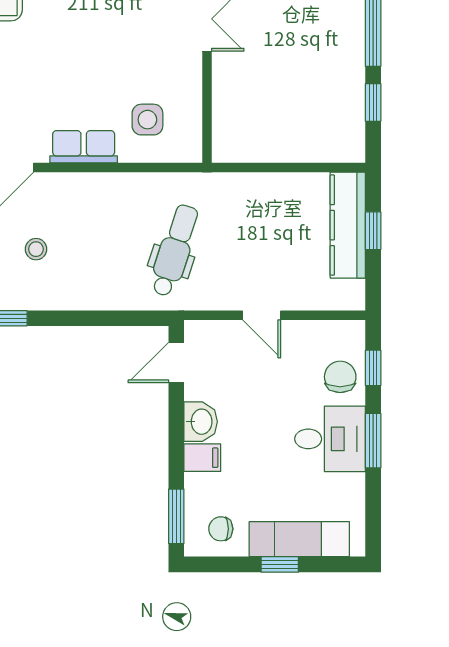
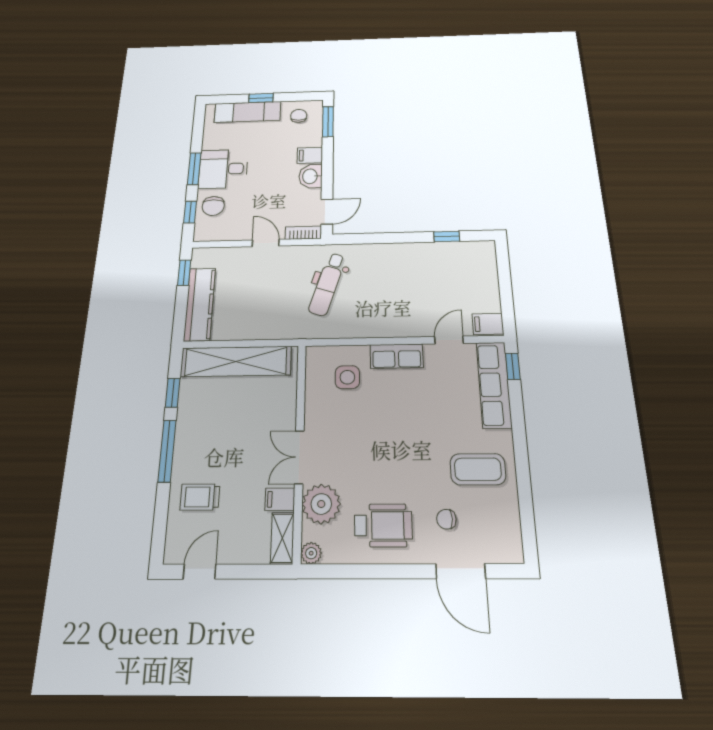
shelving: (293, 143) -> (236, 361), added
window: (373, 231) -> (184, 273), moved
stool: (36, 249) -> (430, 283), removed
bookcase: (209, 330) -> (303, 233), added
chair: (221, 529) -> (299, 116), turned -90

